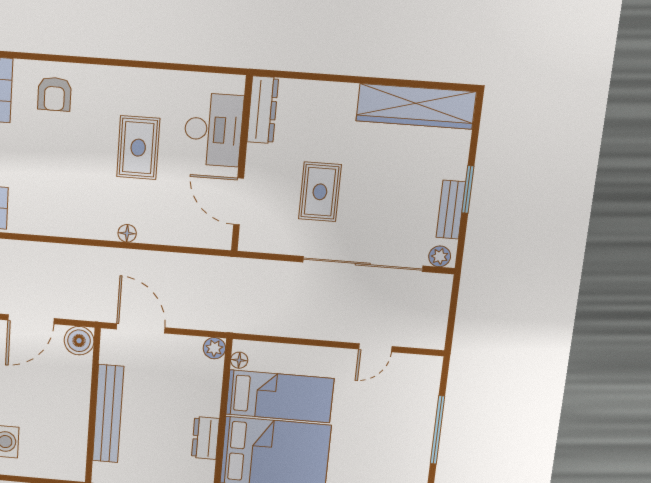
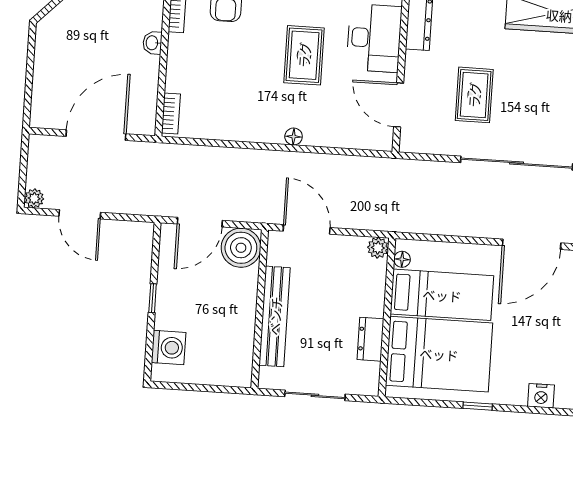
boiler: (79, 341) -> (241, 248), width x1.37, depth x1.37
door: (375, 348) -> (532, 244), width x1.88

